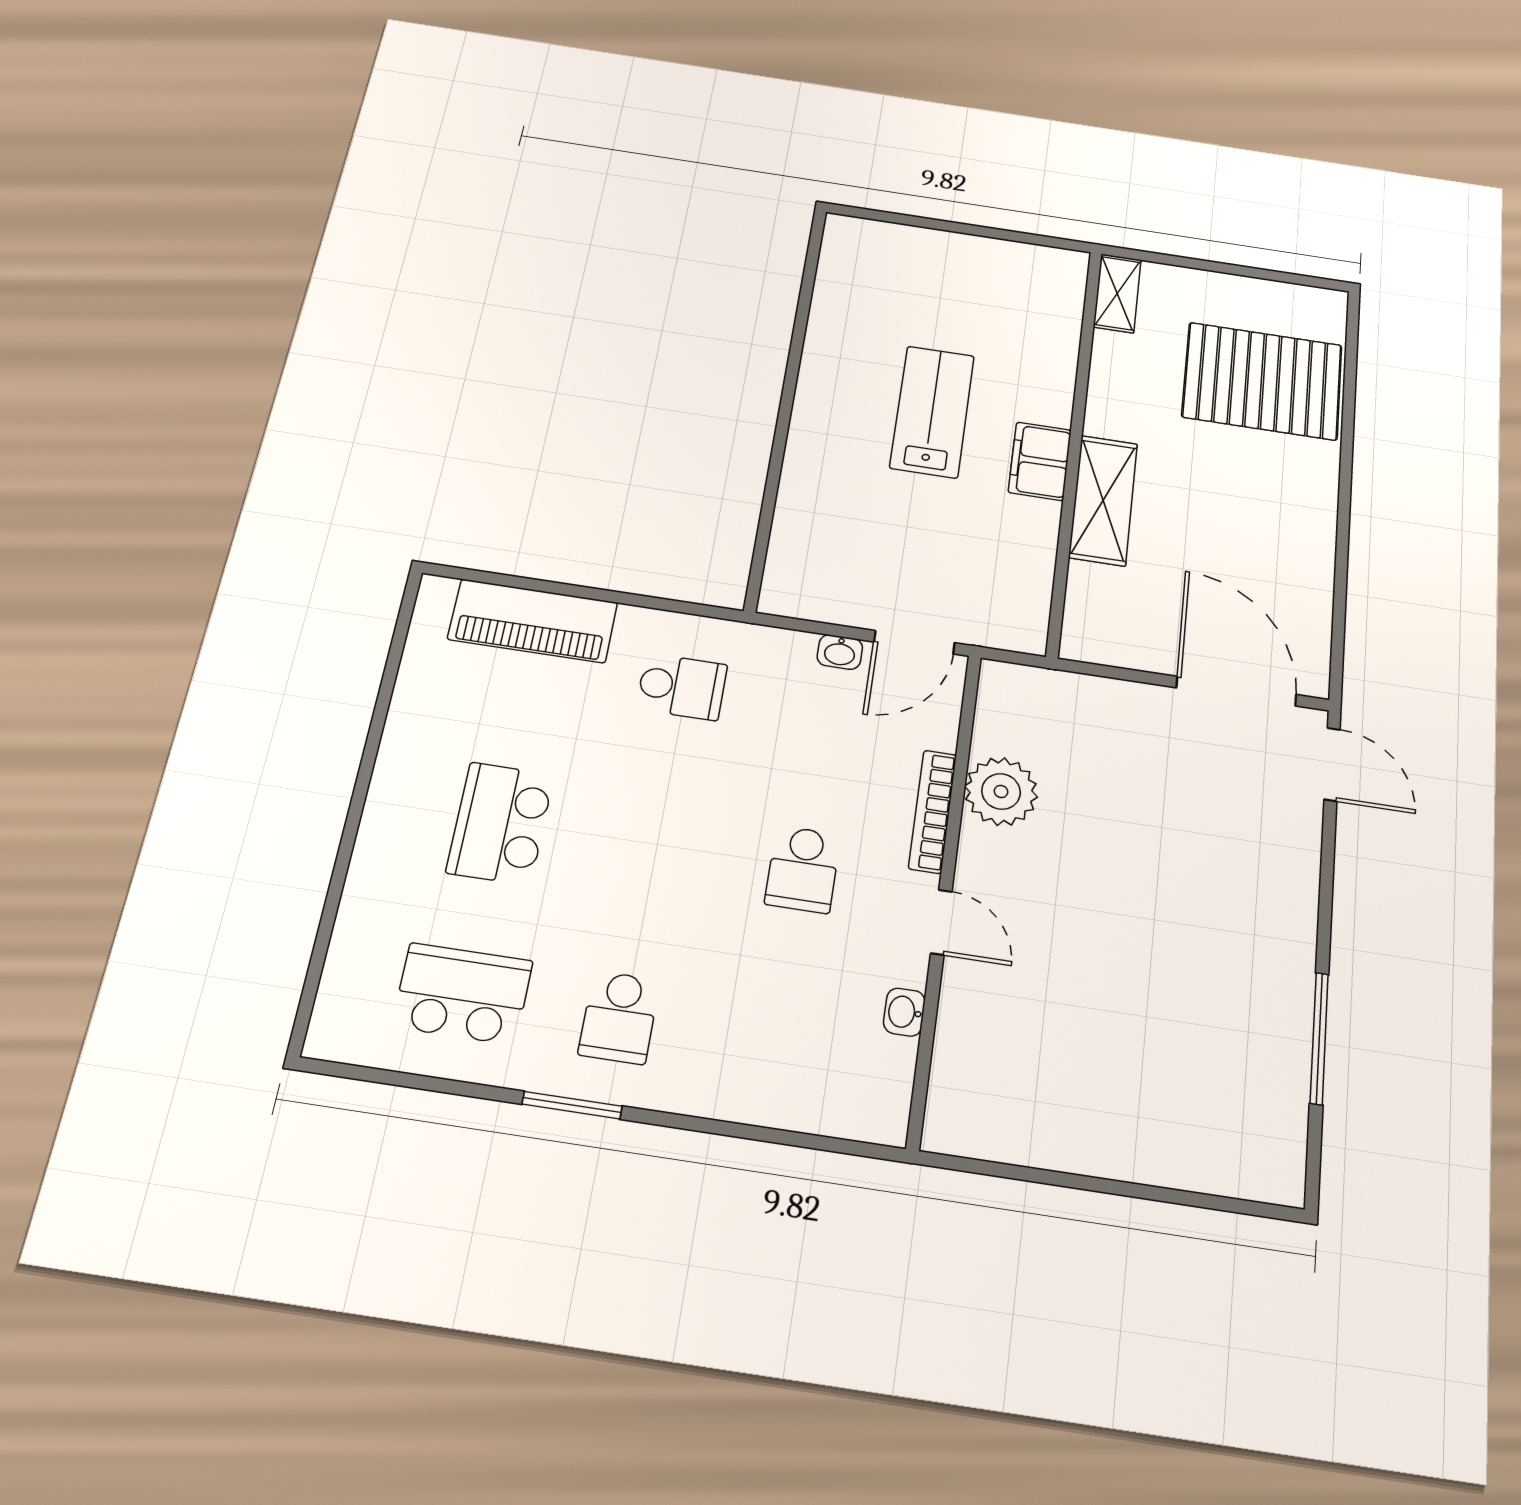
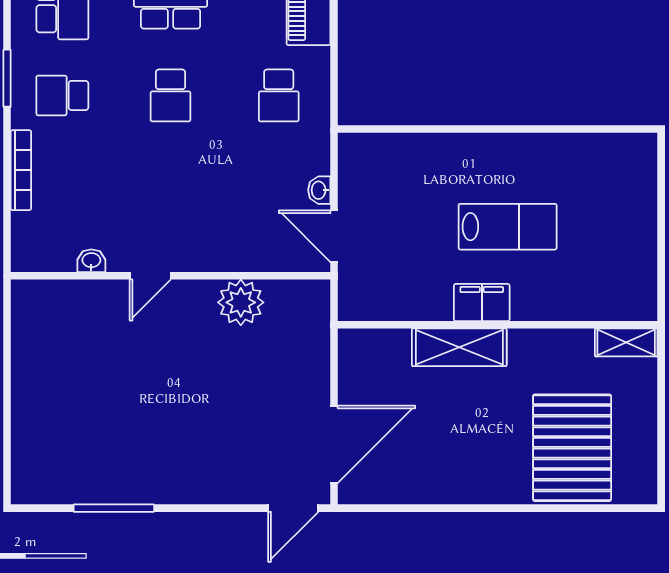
bookcase: (933, 811) -> (21, 170), moved, turned 90
school desk: (803, 869) -> (171, 95), moved, turned -90

